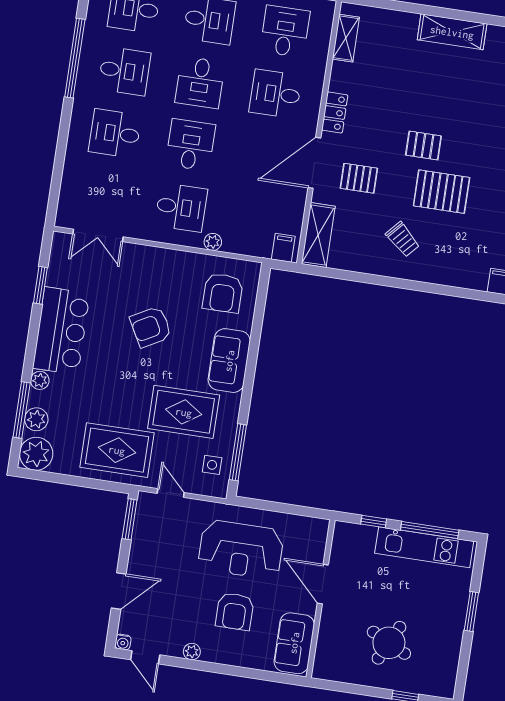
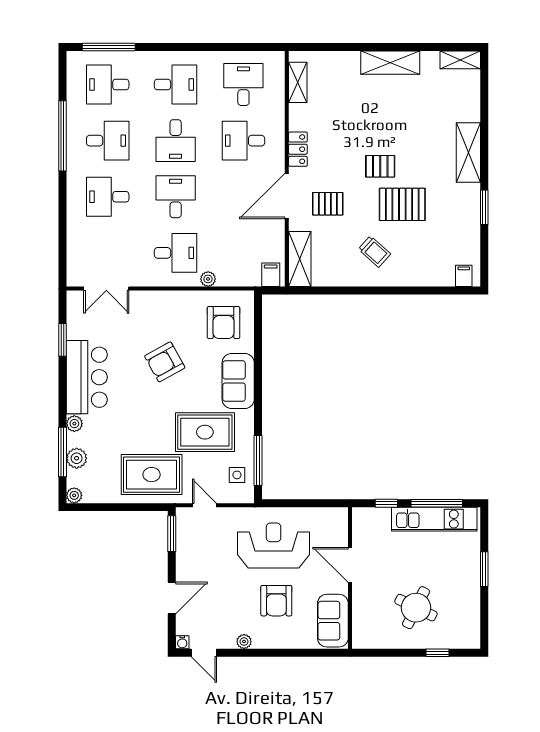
plant: (36, 454) -> (74, 495), width x0.53, depth x0.53
reception desk: (241, 550) -> (274, 545), turned 180

